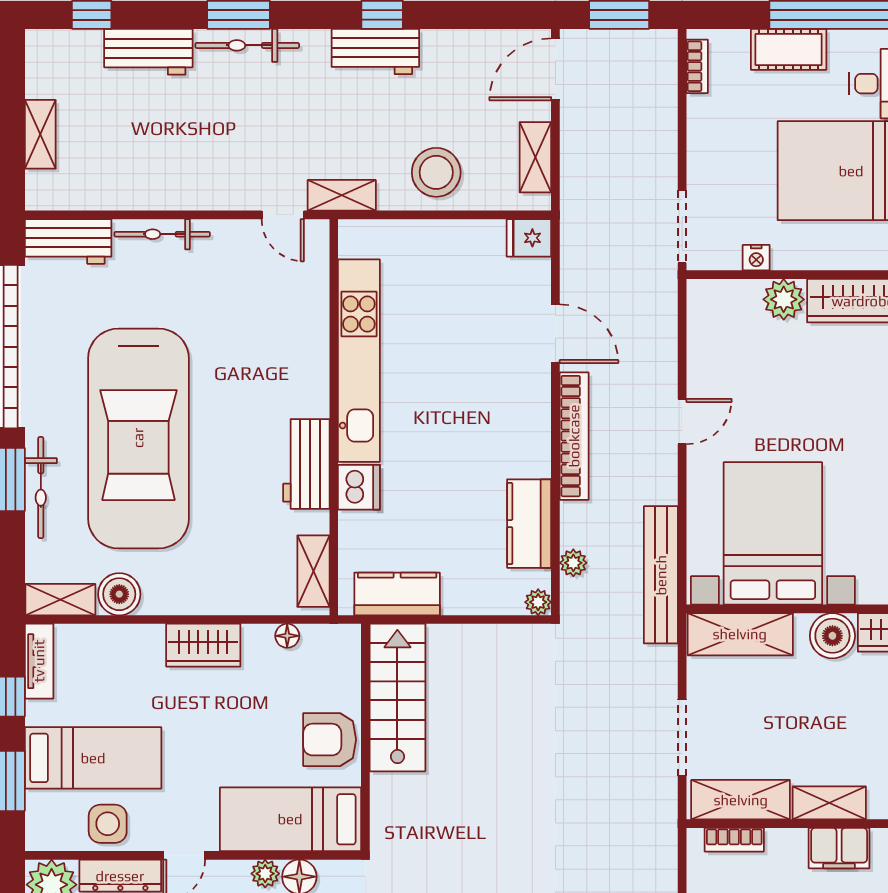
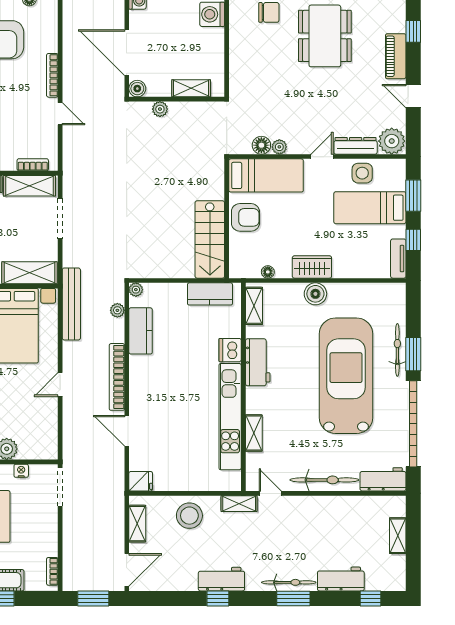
bicycle: (162, 234) -> (324, 480), width x1.37, depth x1.40
boiler: (119, 594) -> (315, 294), moved
shelving: (60, 600) -> (254, 433), moved, turned 90

